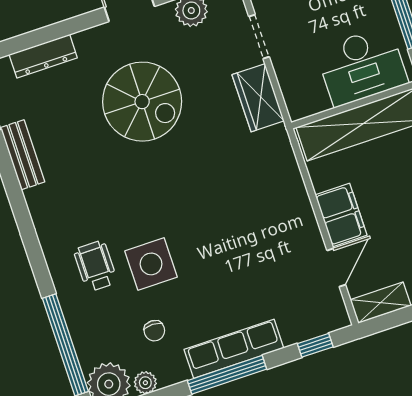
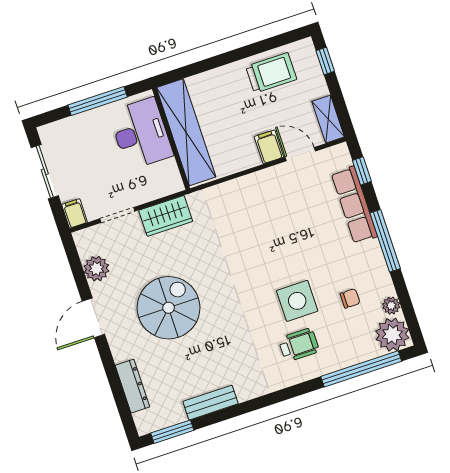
filing cabinet: (341, 215) -> (269, 147), width x0.50
wheelchair: (95, 266) -> (299, 345), turned 180
row of seats: (234, 349) -> (354, 205), moved

